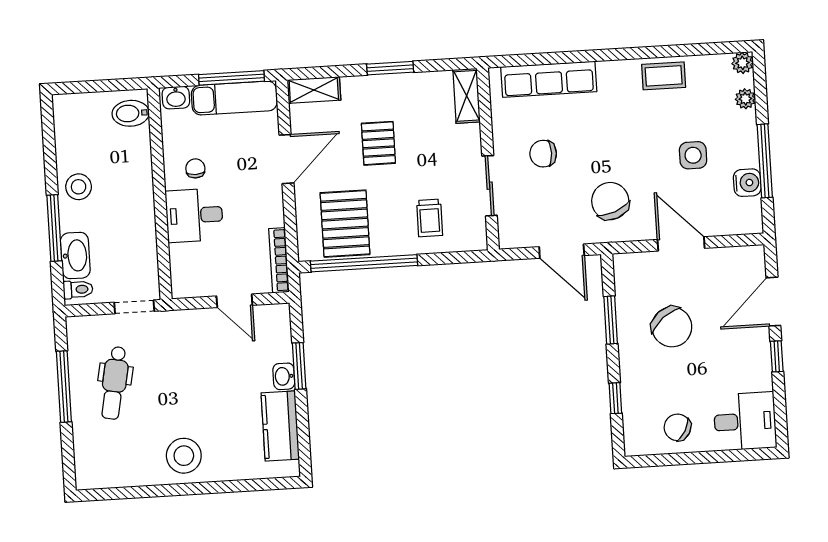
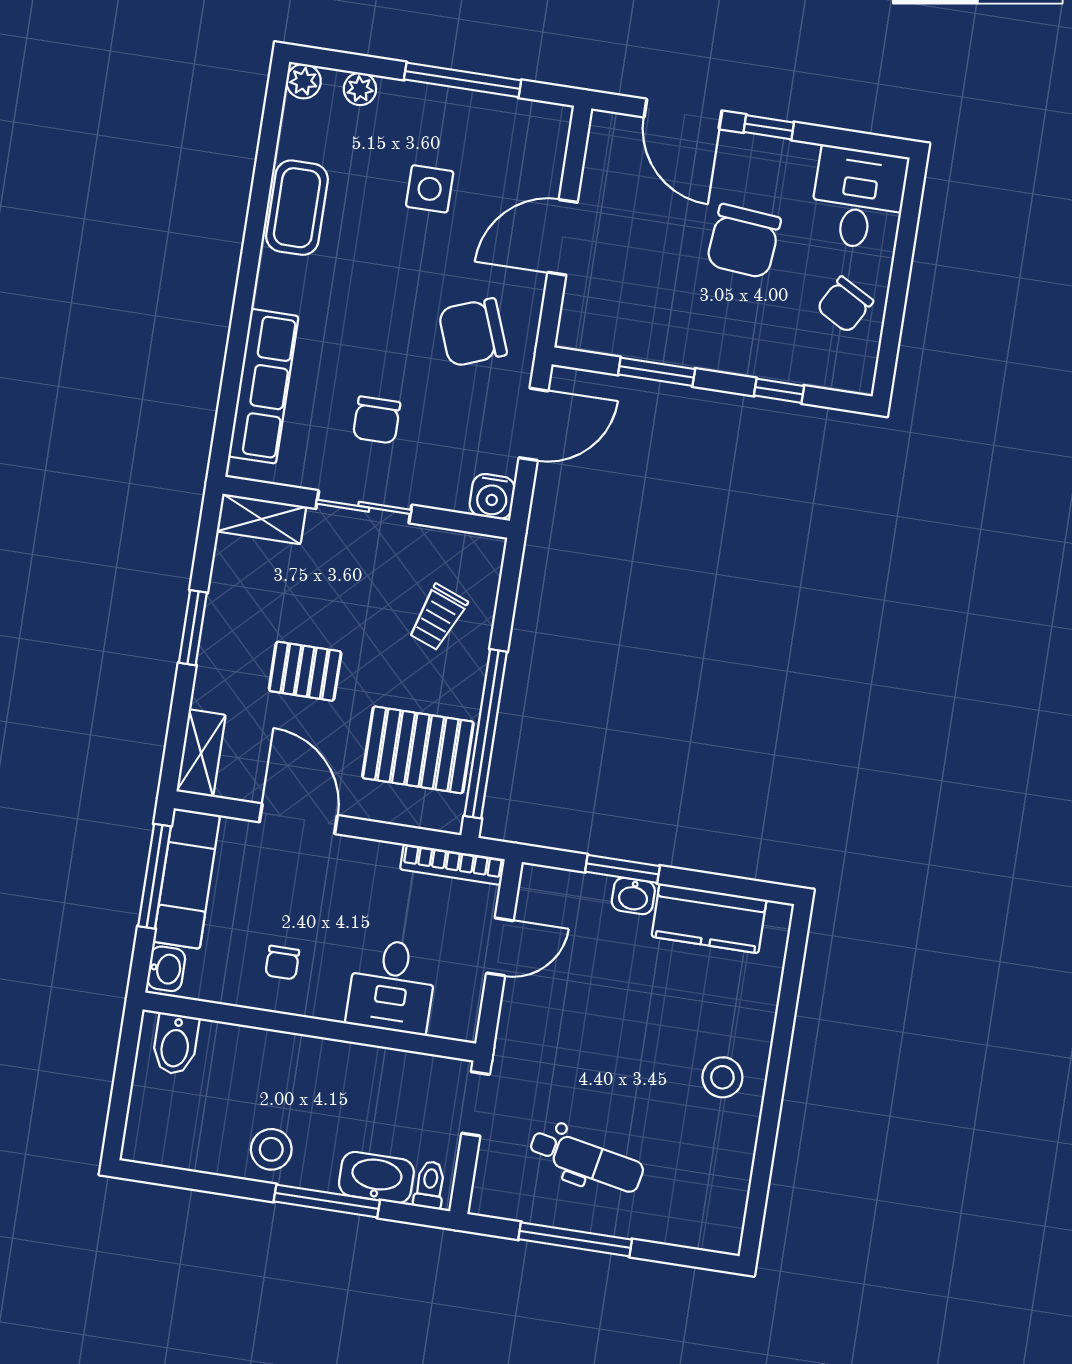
coffee table: (664, 76) -> (297, 208), width x1.36, depth x1.30
chair: (195, 168) -> (282, 963), turned -90
water cooler: (747, 183) -> (492, 497), moved, turned 180
sliding door: (490, 186) -> (364, 507), moved
desk: (194, 215) -> (392, 986), moved
trolley: (430, 218) -> (438, 617), turned 111
chair: (672, 327) -> (744, 241), moved, turned 134
stool: (184, 456) -> (722, 1077), width x0.73, depth x0.73

